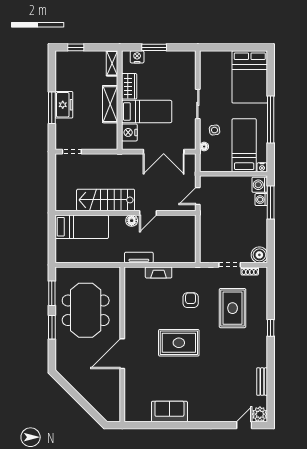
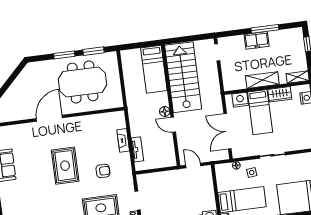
window: (52, 108) -> (265, 29), moved
stairs: (106, 200) -> (183, 77), width x1.36, depth x1.51
tv unit: (139, 258) -> (137, 149), moved
door: (122, 354) -> (49, 118), hinge flipped

